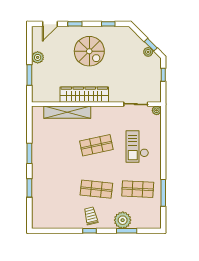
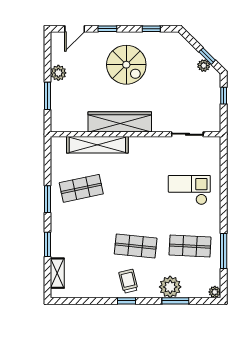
plant: (157, 110) -> (215, 292), moved
shop shelf: (96, 145) -> (81, 188), moved
checkout: (137, 146) -> (189, 190), turned 90
shelving: (37, 210) -> (57, 273), added

